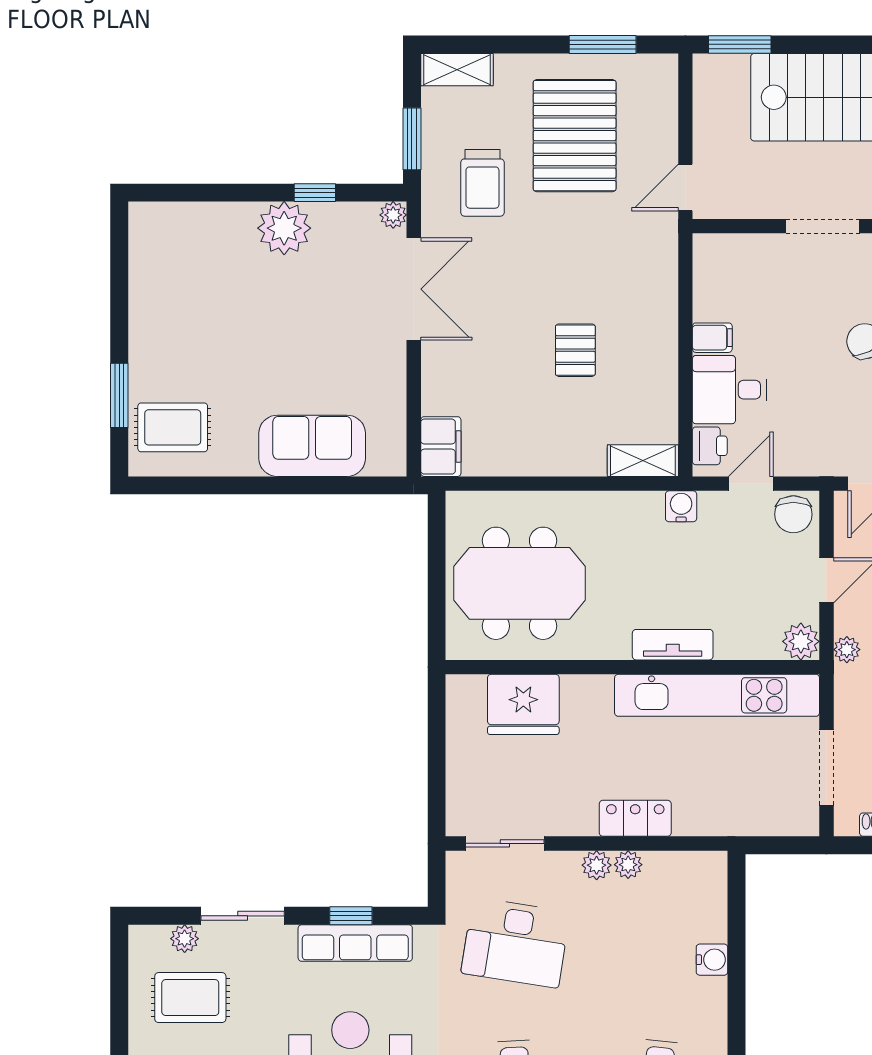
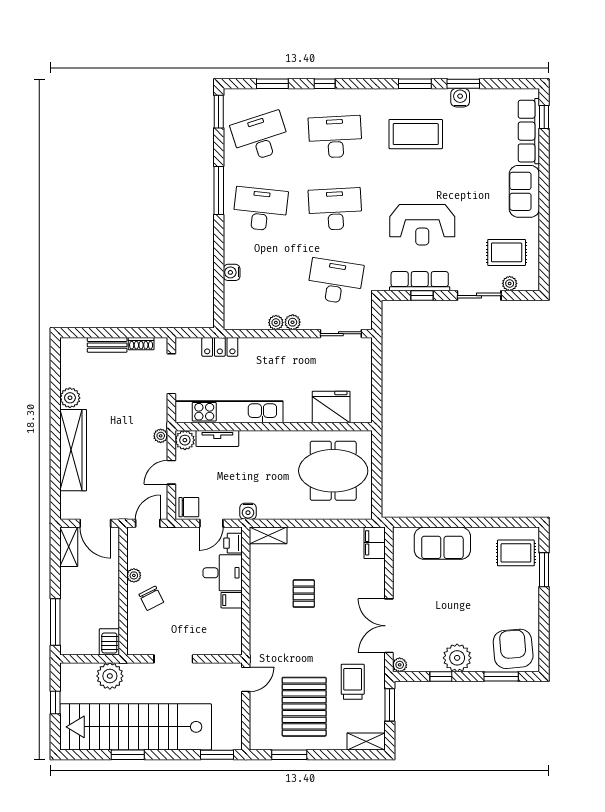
window: (201, 193) -> (501, 677), added
armchair: (178, 245) -> (513, 649), added
chair: (793, 514) -> (189, 507), turned 90
tv unit: (673, 645) -> (217, 438), moved
locker: (635, 818) -> (220, 347), moved

